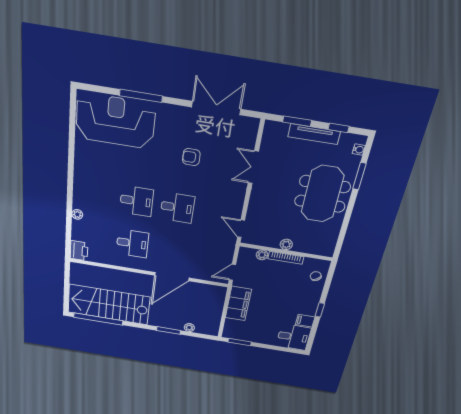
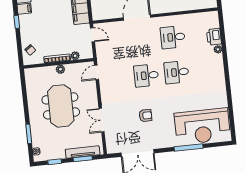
tv unit: (314, 134) -> (83, 152), moved
double door: (253, 167) -> (102, 120), swing flipped
meeting table: (322, 194) -> (61, 106), moved
door: (241, 229) -> (96, 72), swing flipped
printer: (79, 251) -> (214, 37), moved
door: (232, 272) -> (92, 35), hinge flipped

